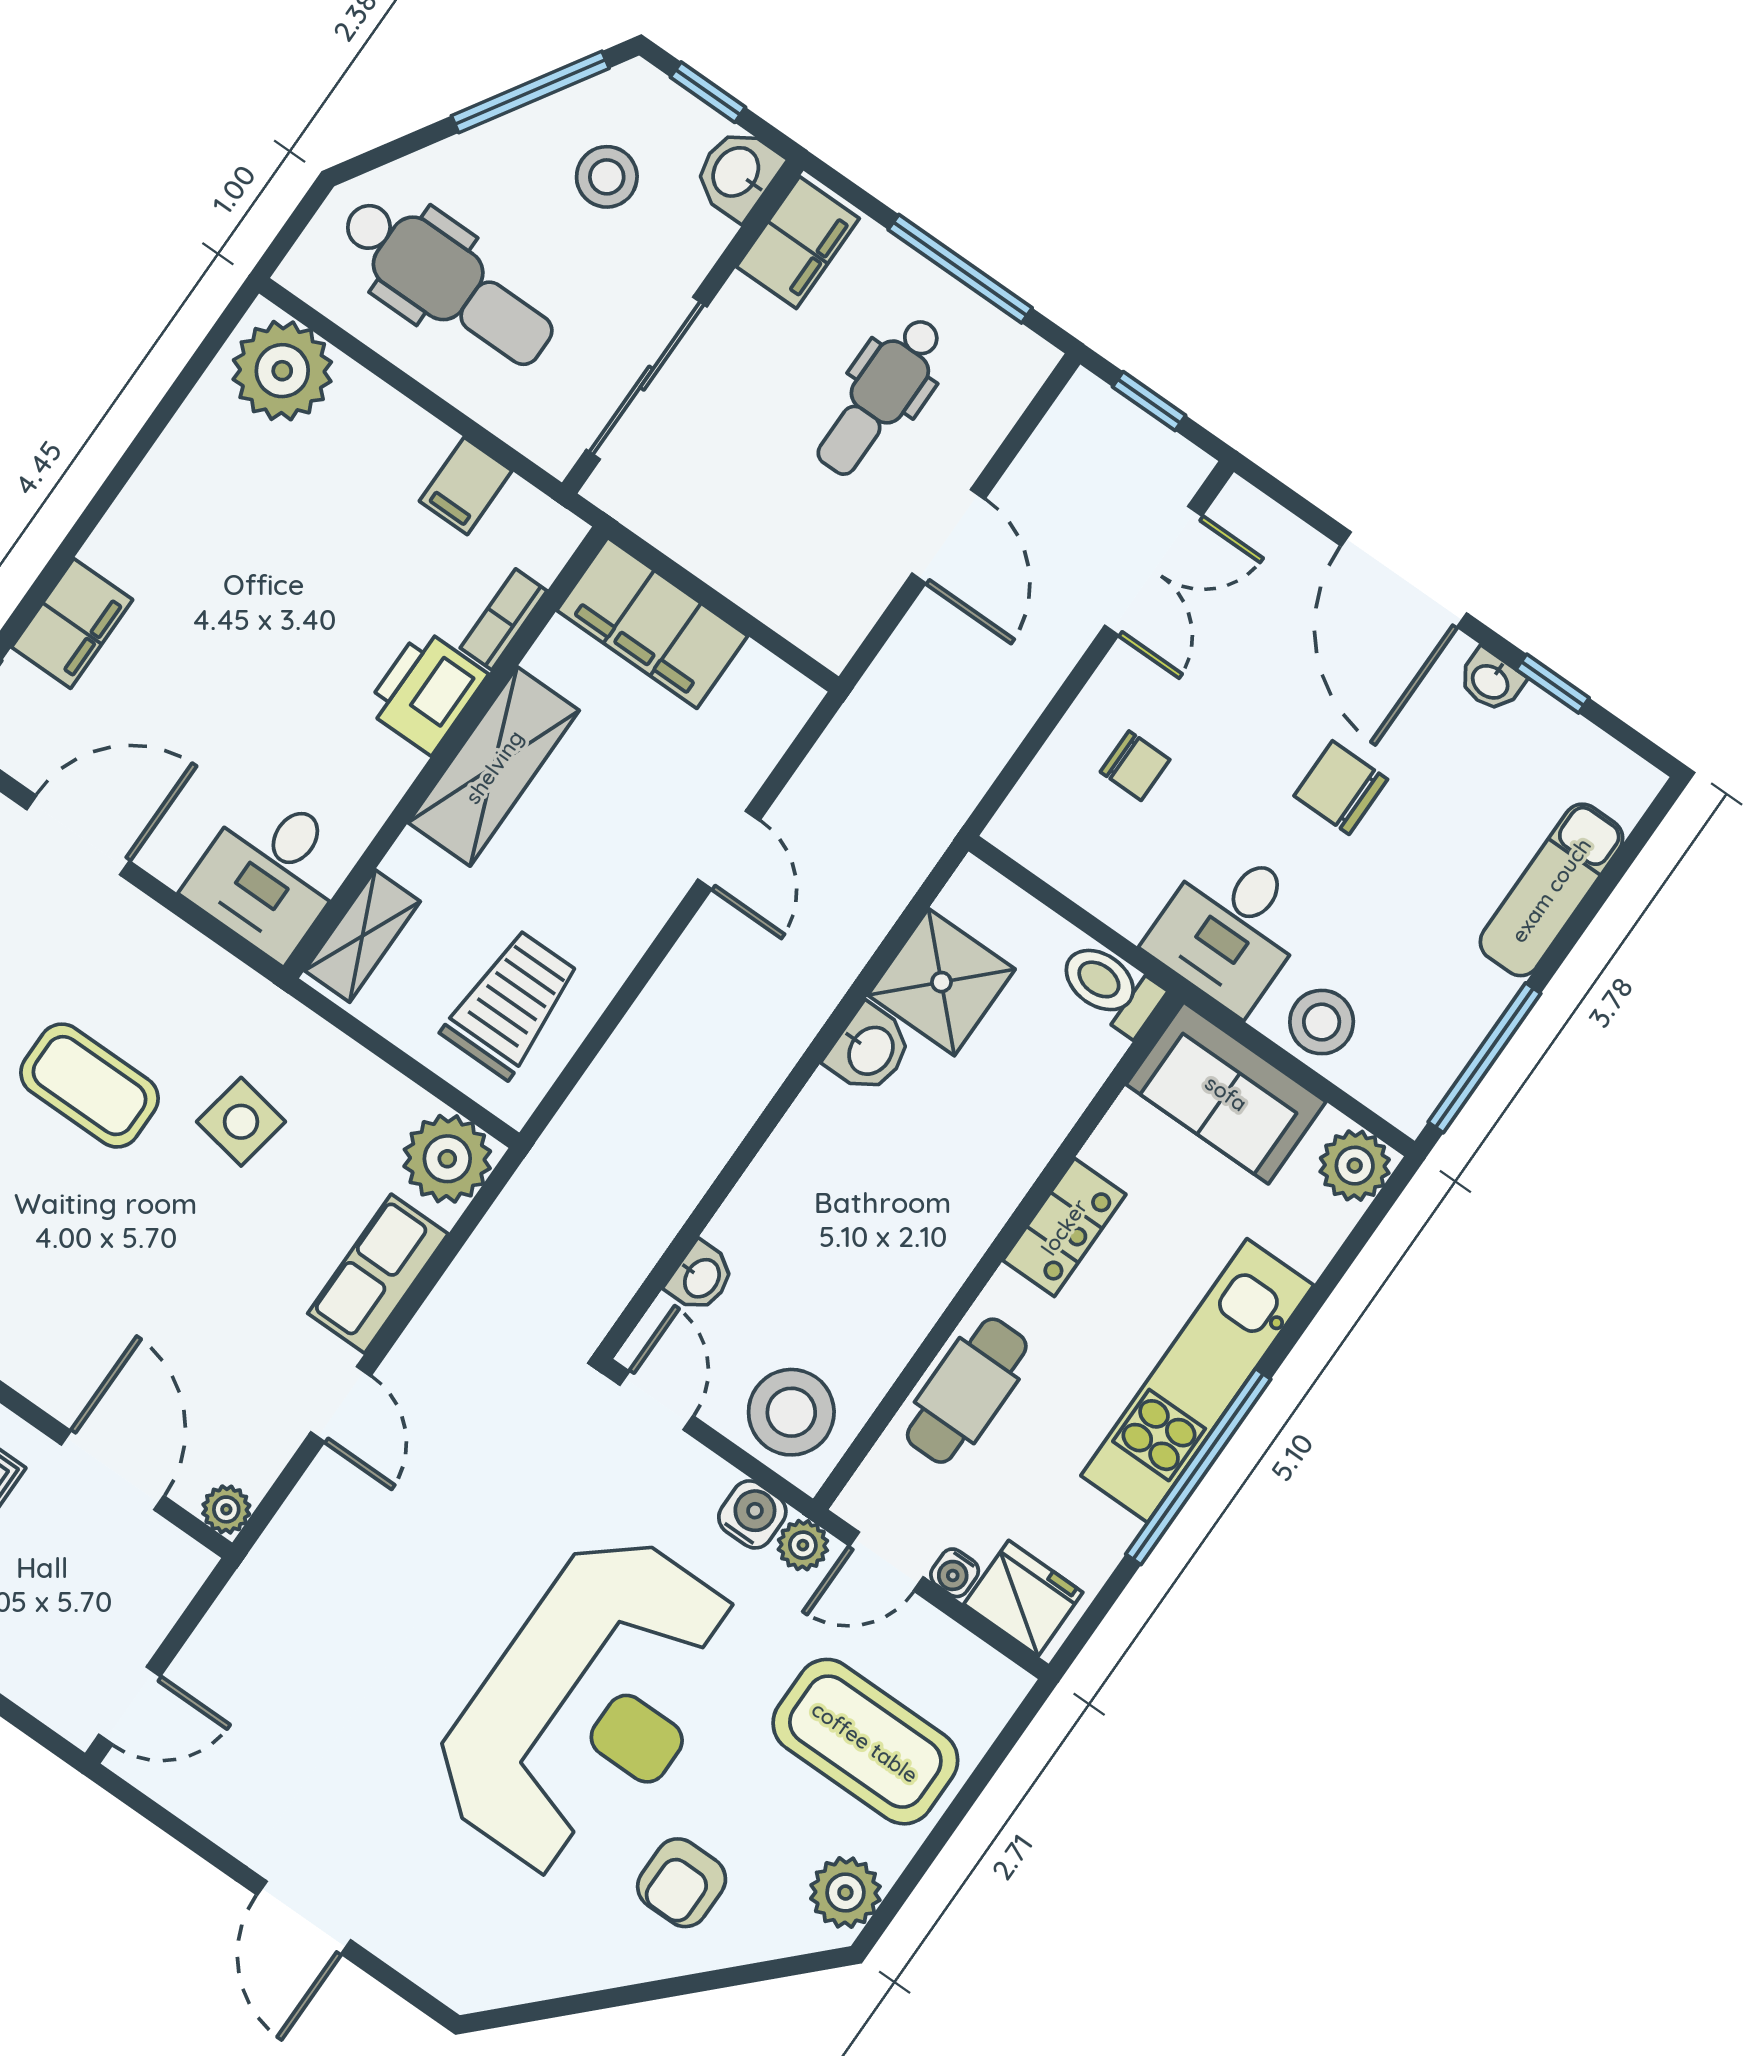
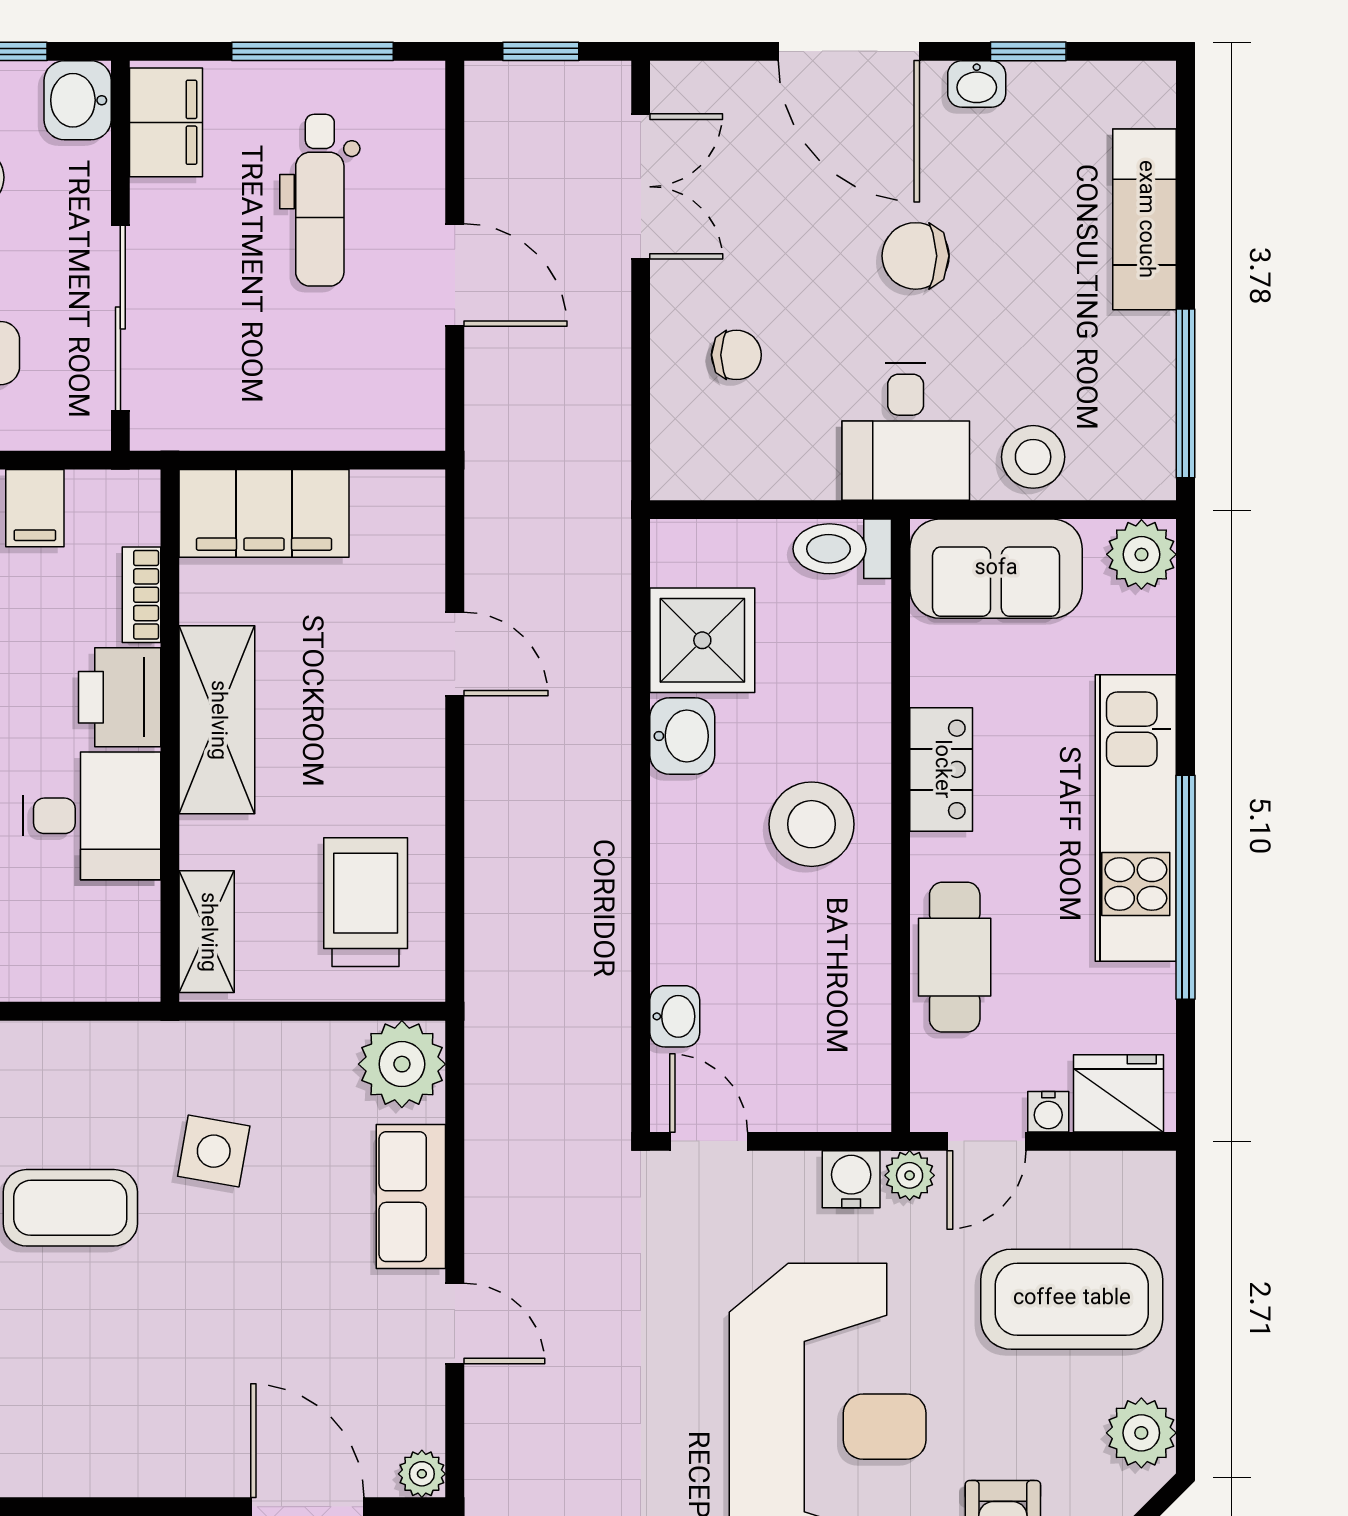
desk: (271, 873) -> (92, 816), moved, turned -90
stool: (791, 1412) -> (812, 824), moved

